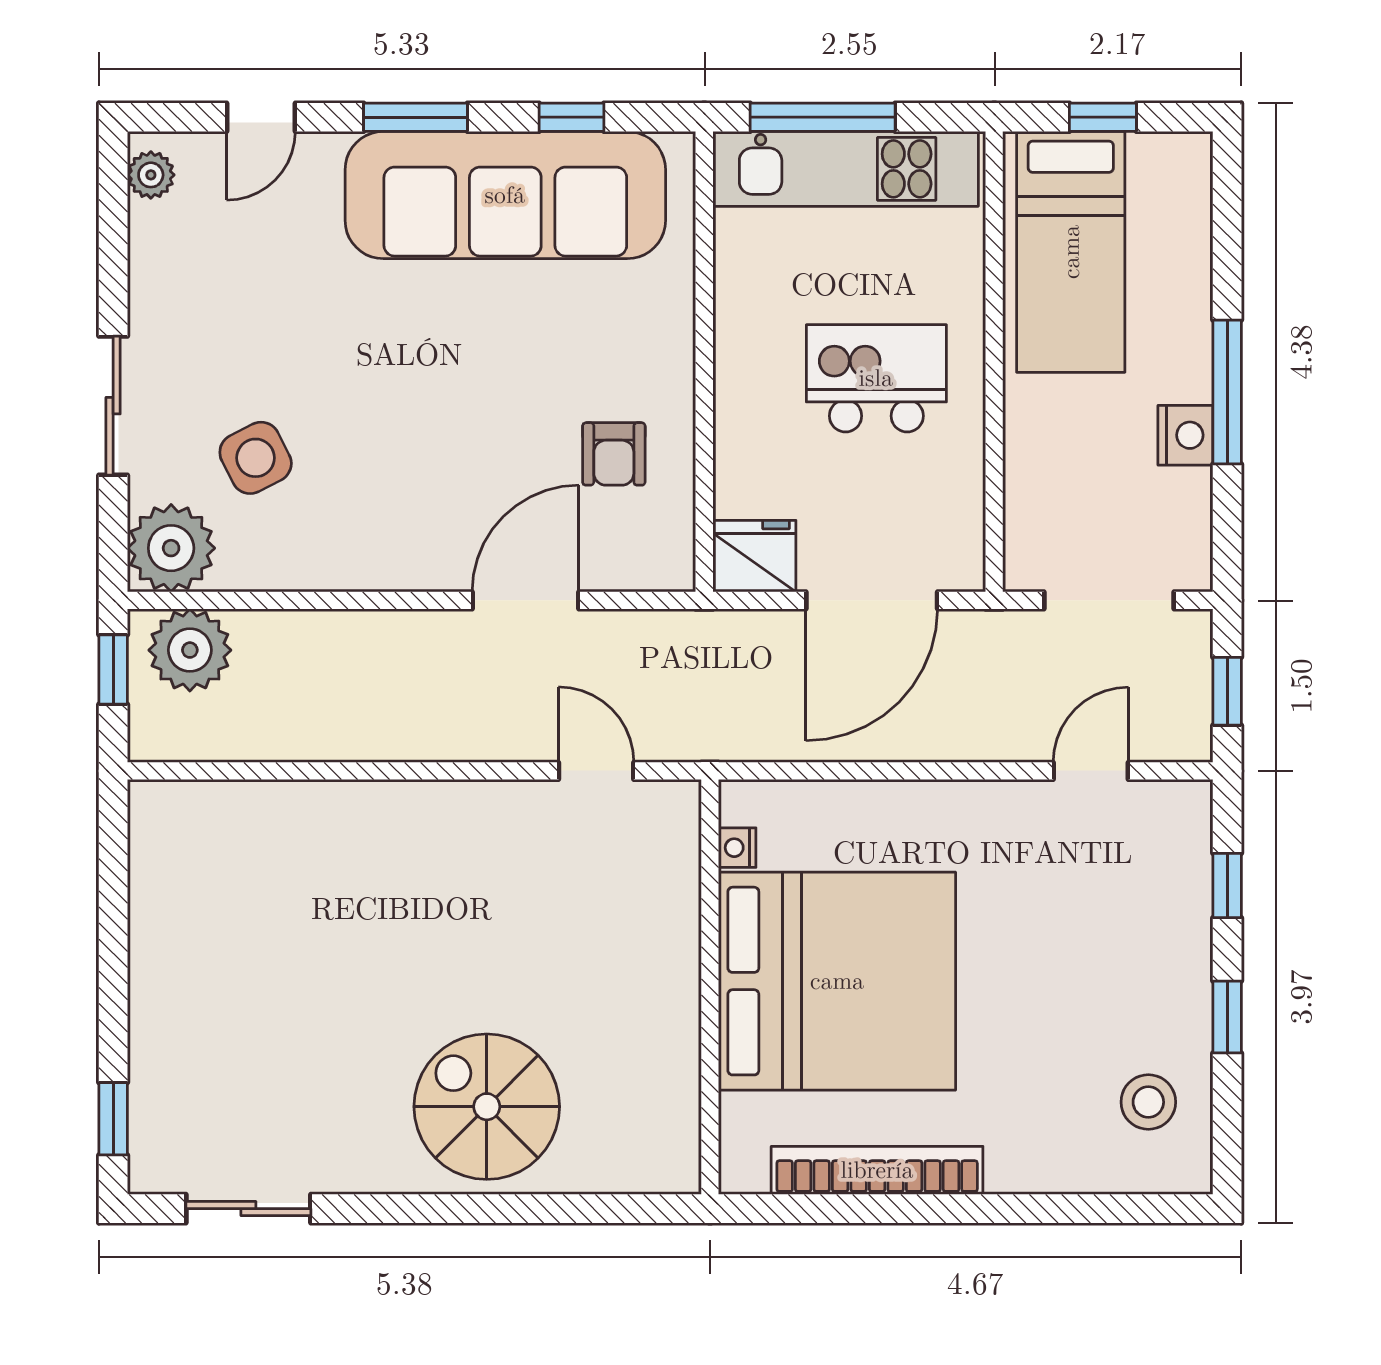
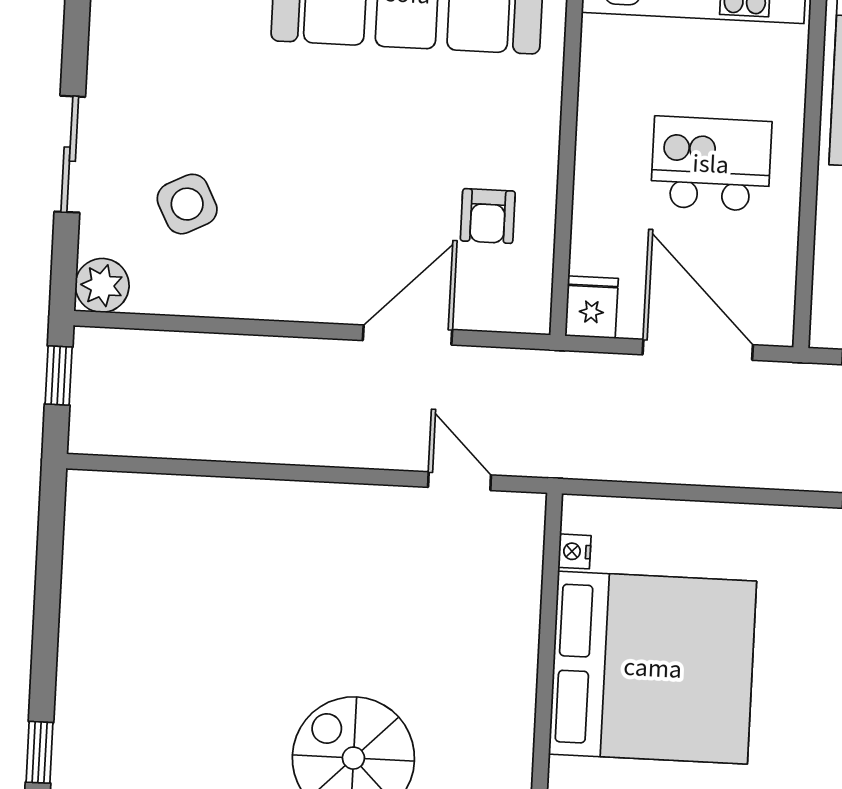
plant: (171, 548) -> (102, 285), width x0.73, depth x0.73
fridge: (754, 556) -> (592, 307), width x0.72
door: (872, 600) -> (698, 350), swing flipped
plant: (190, 650) -> (124, 362), removed

